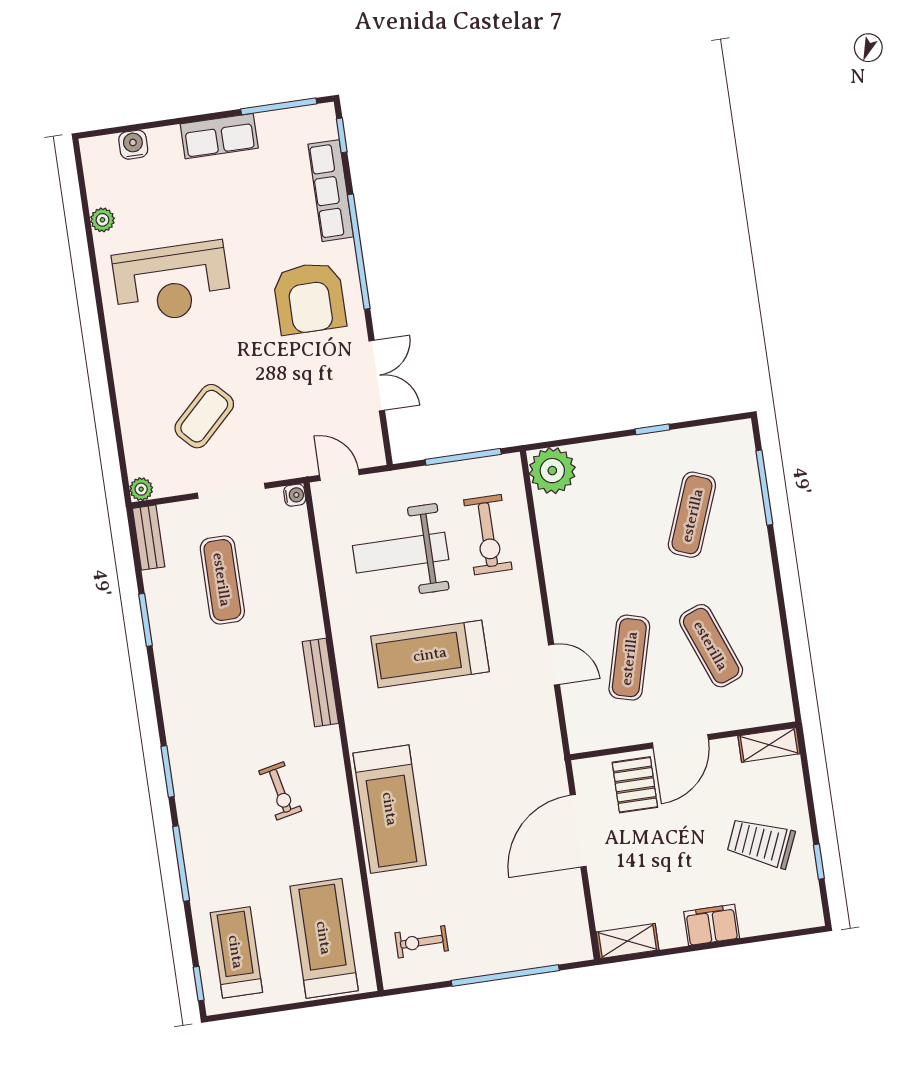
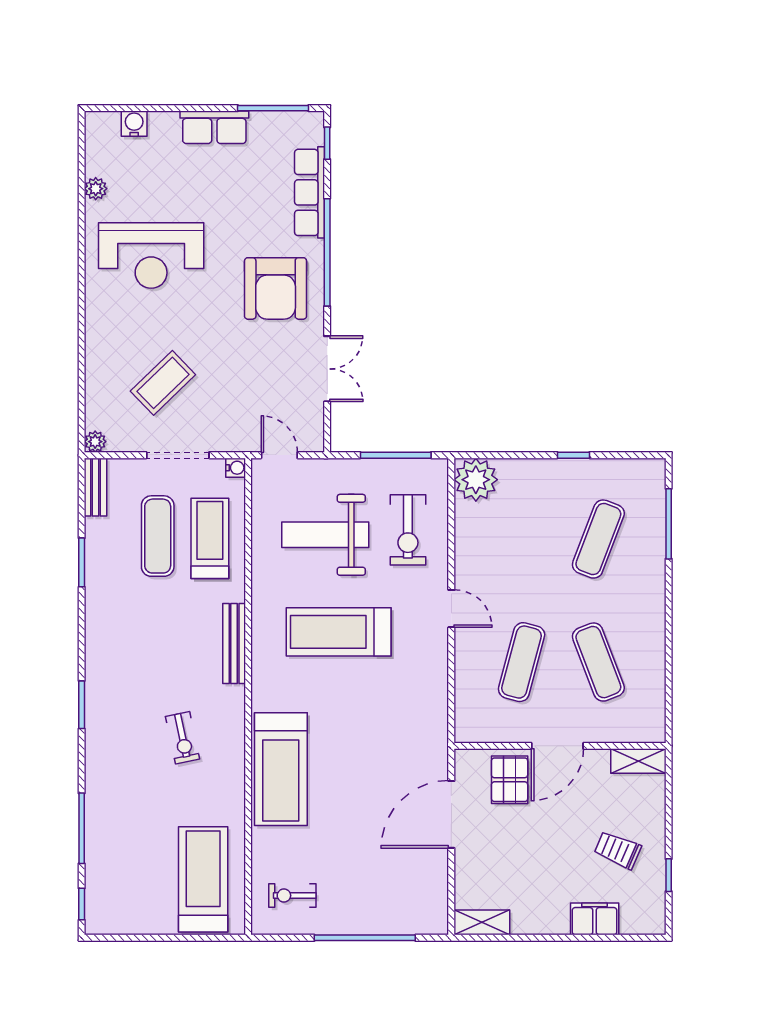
door: (554, 665) -> (451, 609), moved
trolley: (761, 843) -> (618, 850), width x0.73, depth x0.72
window: (181, 863) -> (82, 828), moved
filing cabinet: (712, 925) -> (595, 919), moved
treadmill: (236, 952) -> (210, 538), moved

